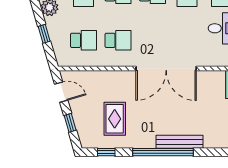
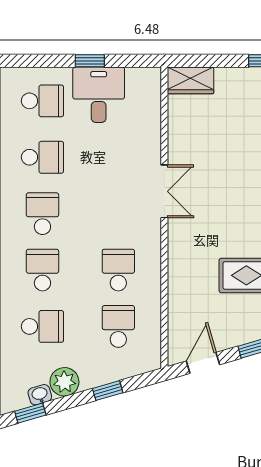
double door: (166, 68) -> (164, 191), width x0.54

